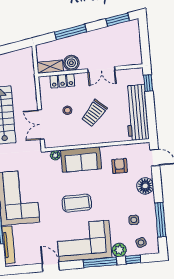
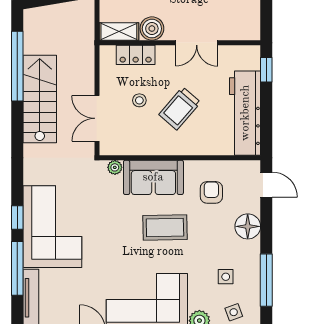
coffee table: (77, 203) -> (165, 227), moved

